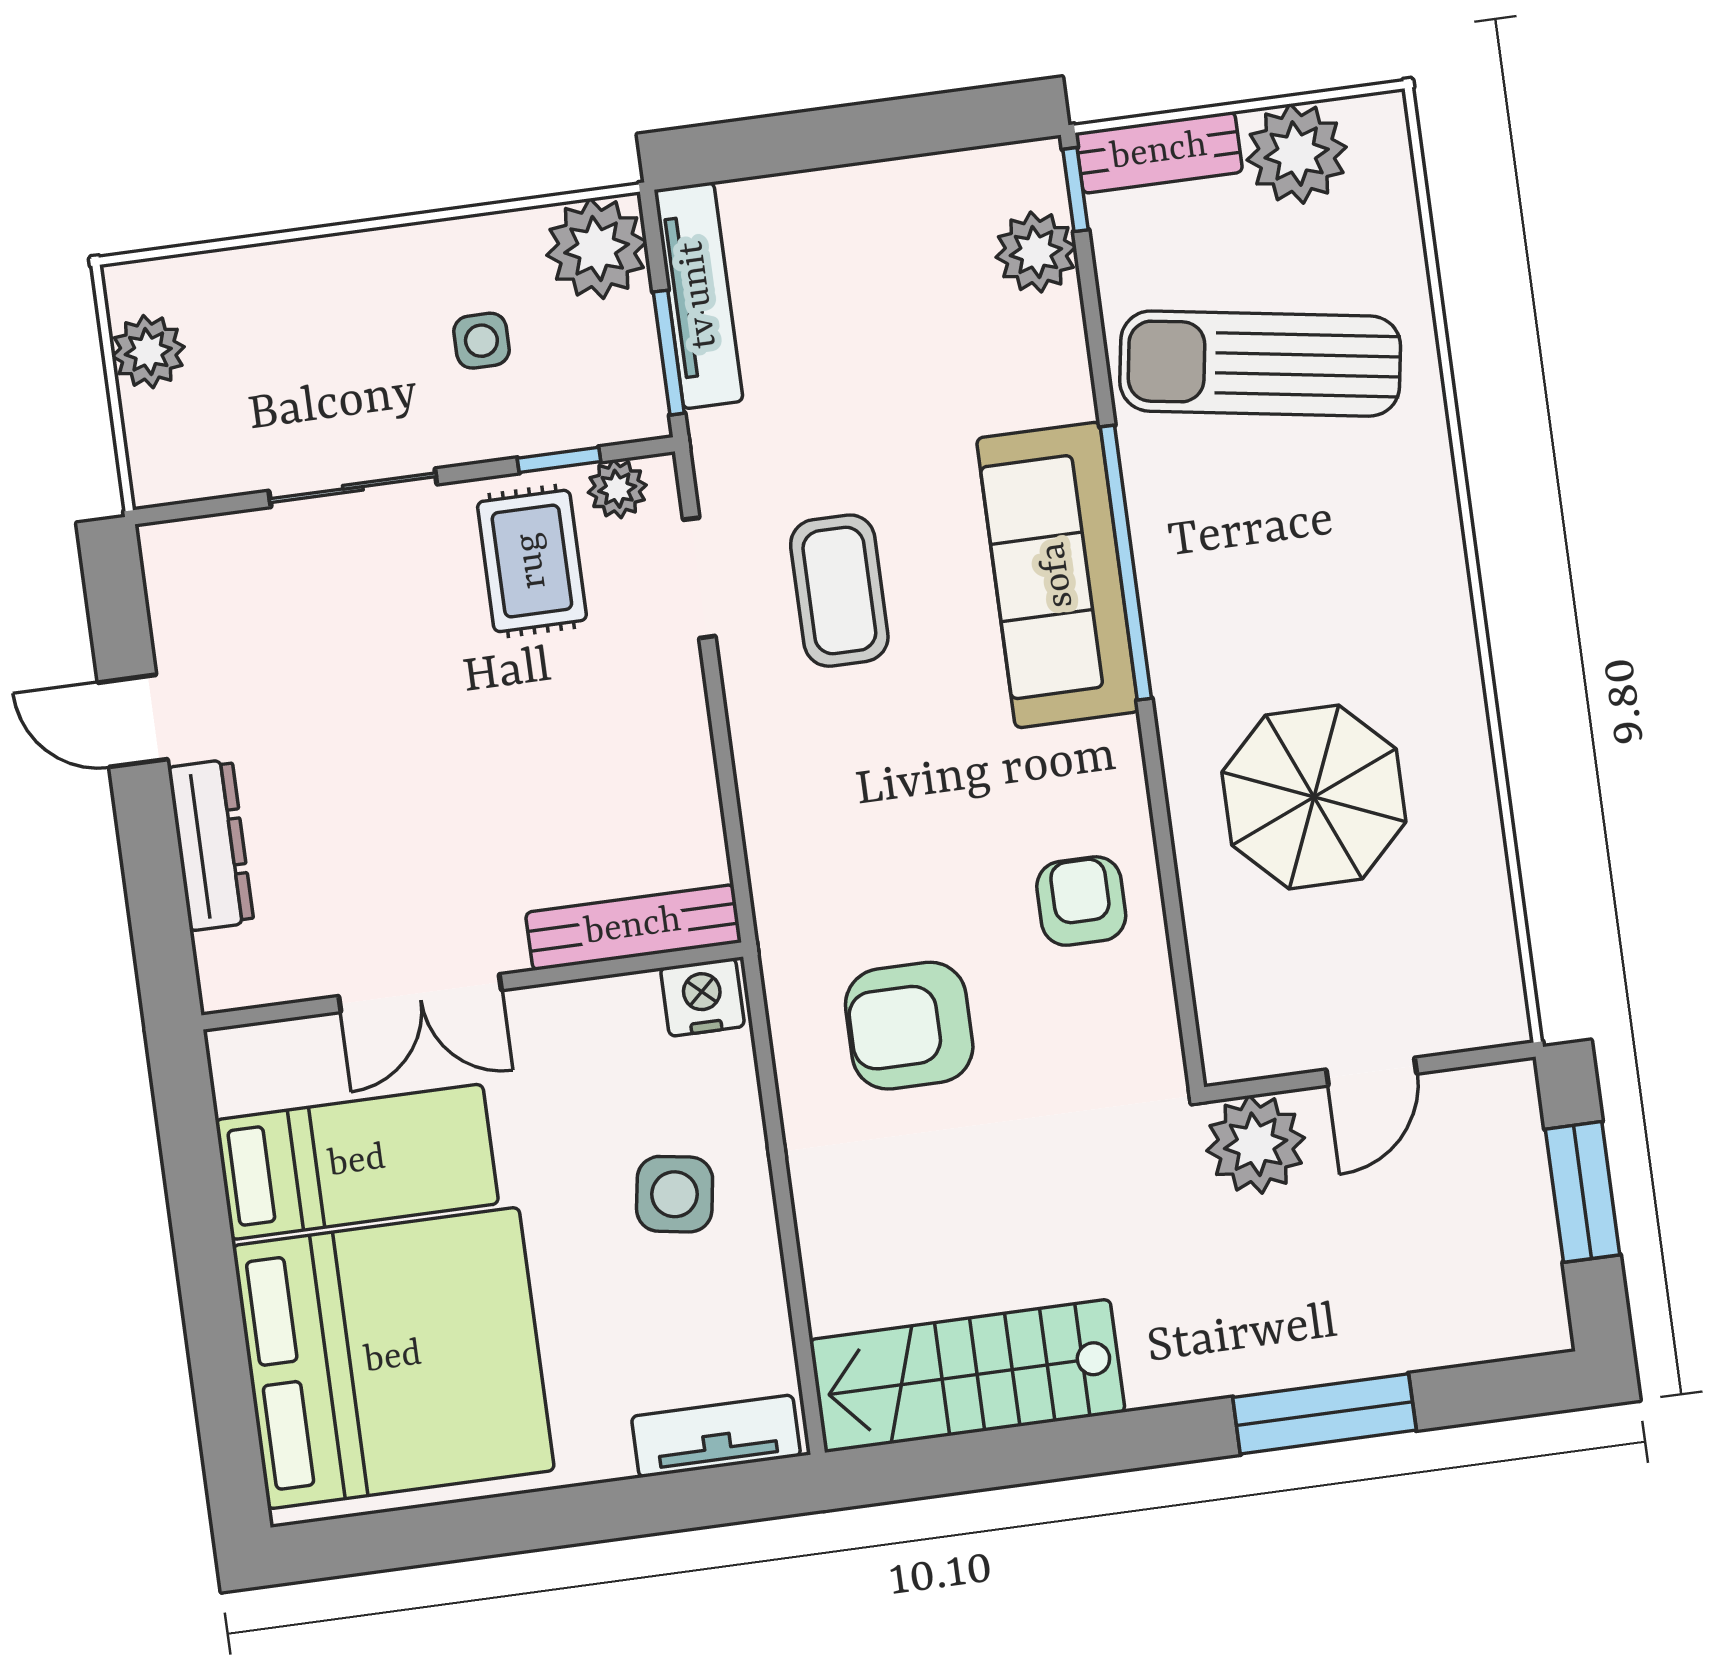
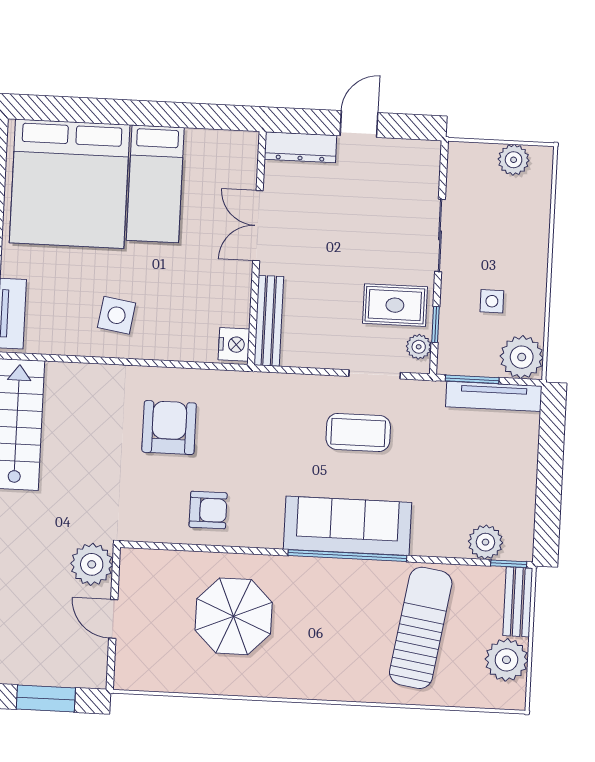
bench: (633, 927) -> (269, 321), moved
wall: (472, 986) -> (257, 248), moved
double door: (420, 993) -> (258, 226), moved
nightstand: (702, 997) -> (234, 344), moved

